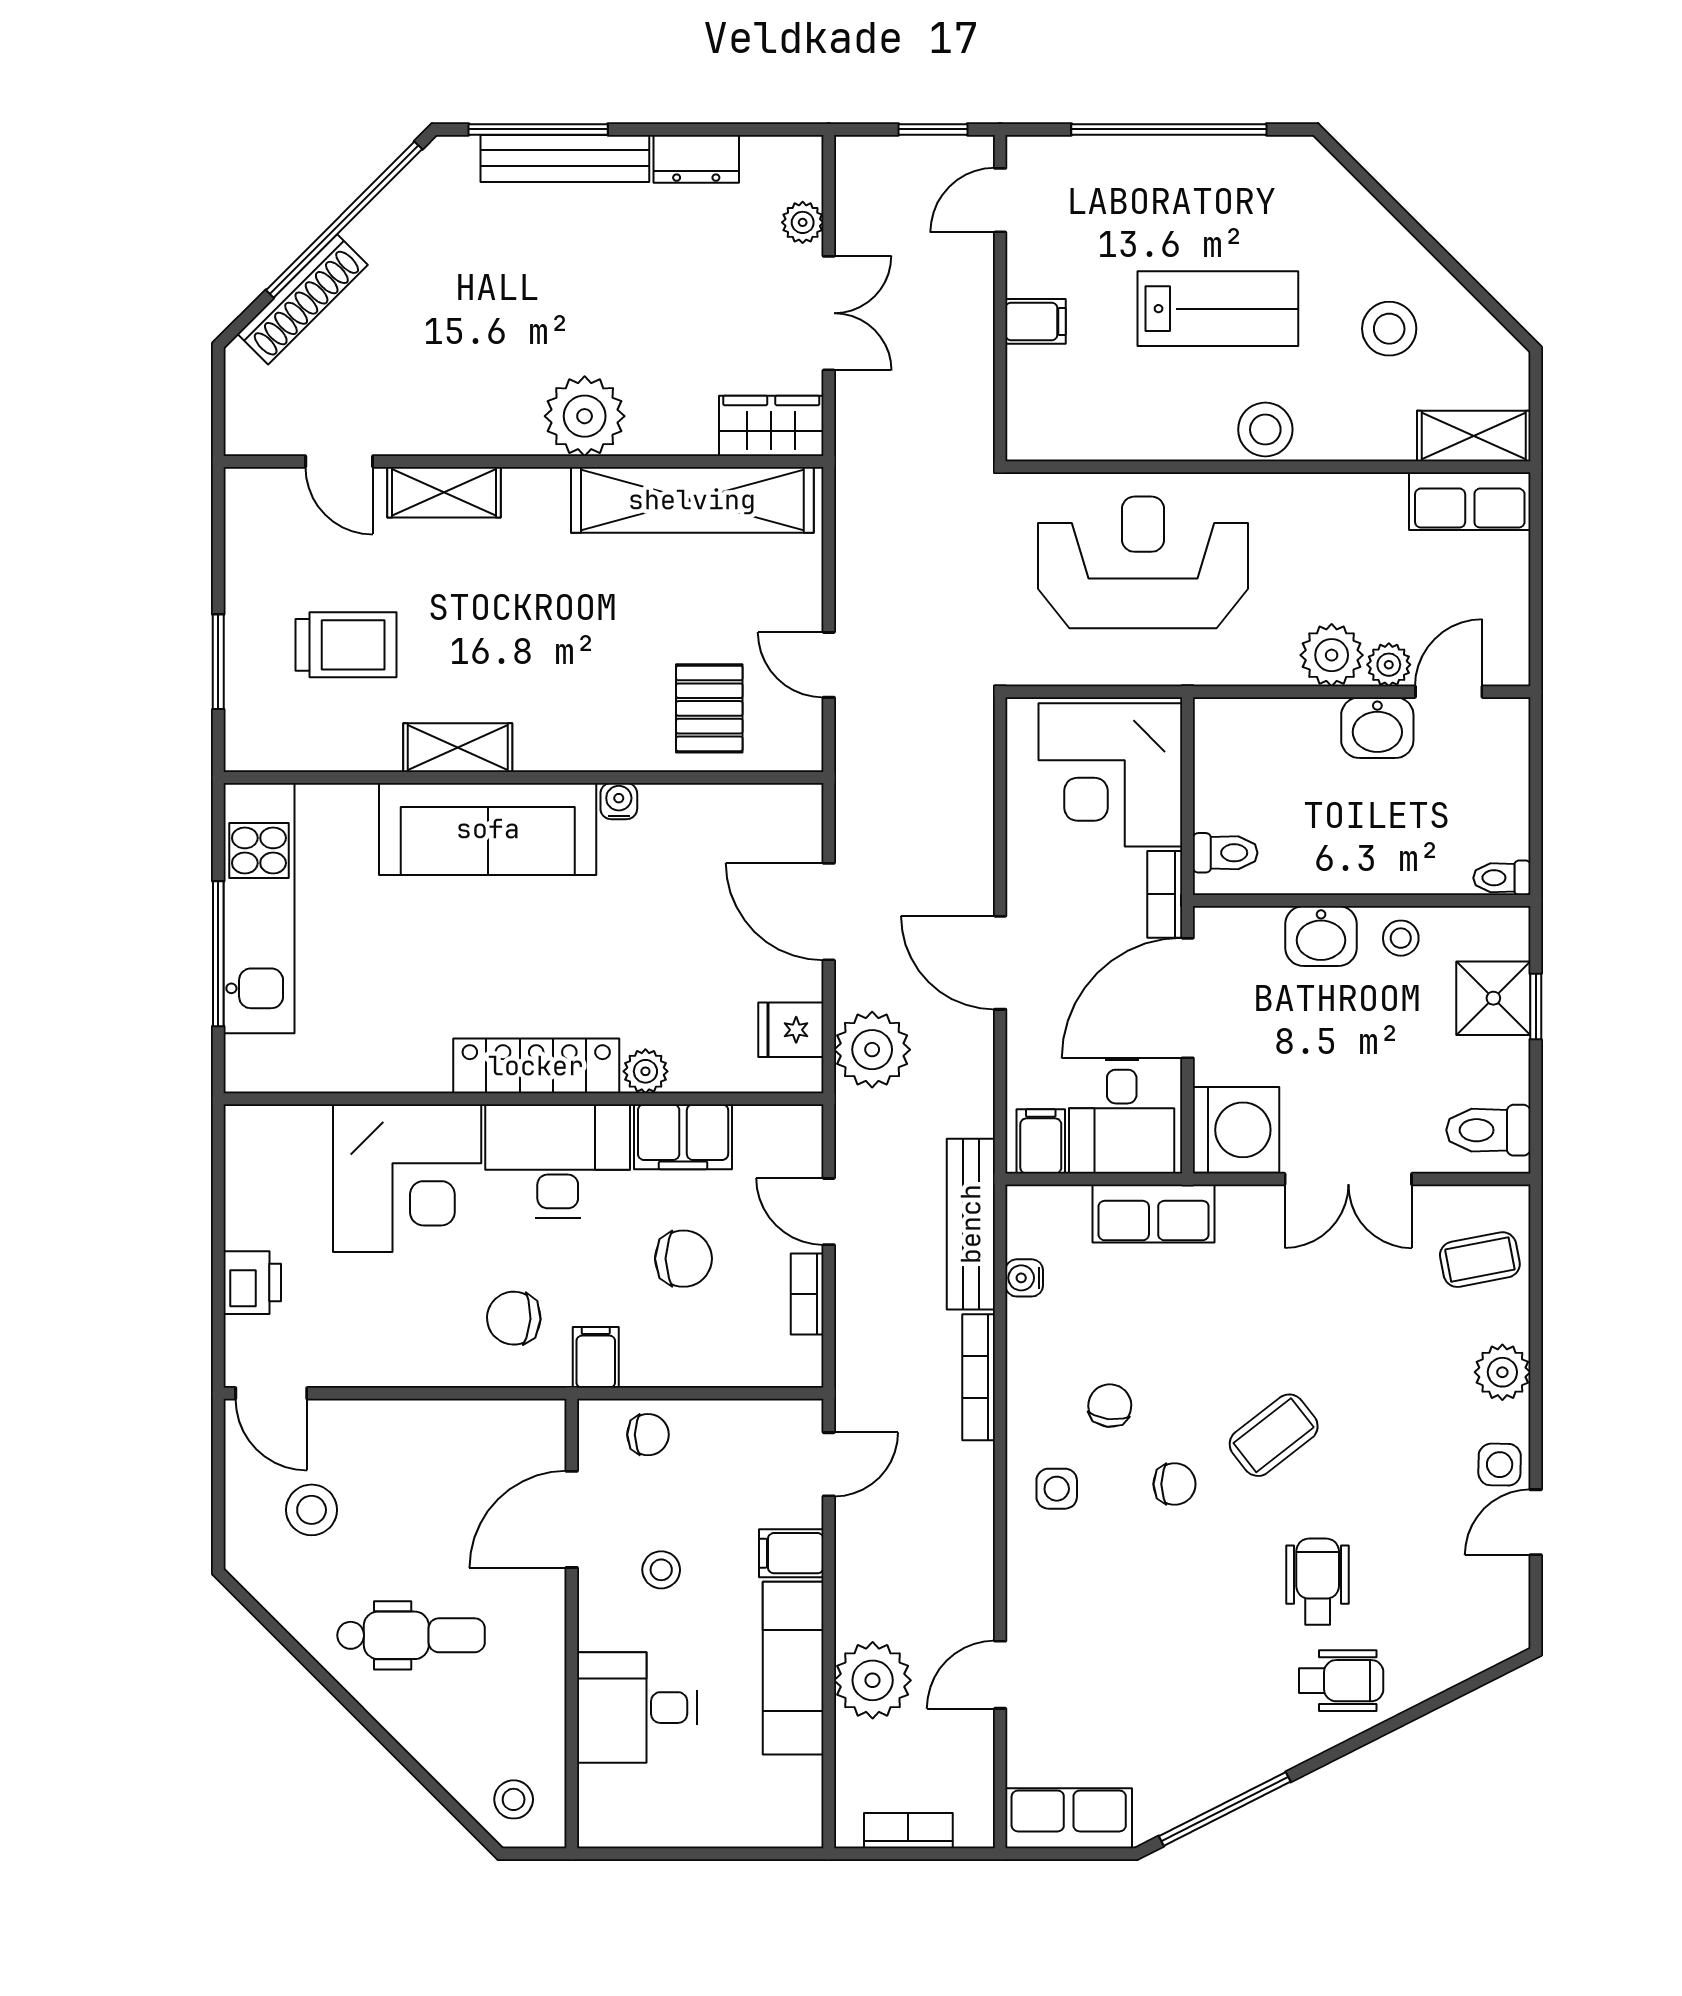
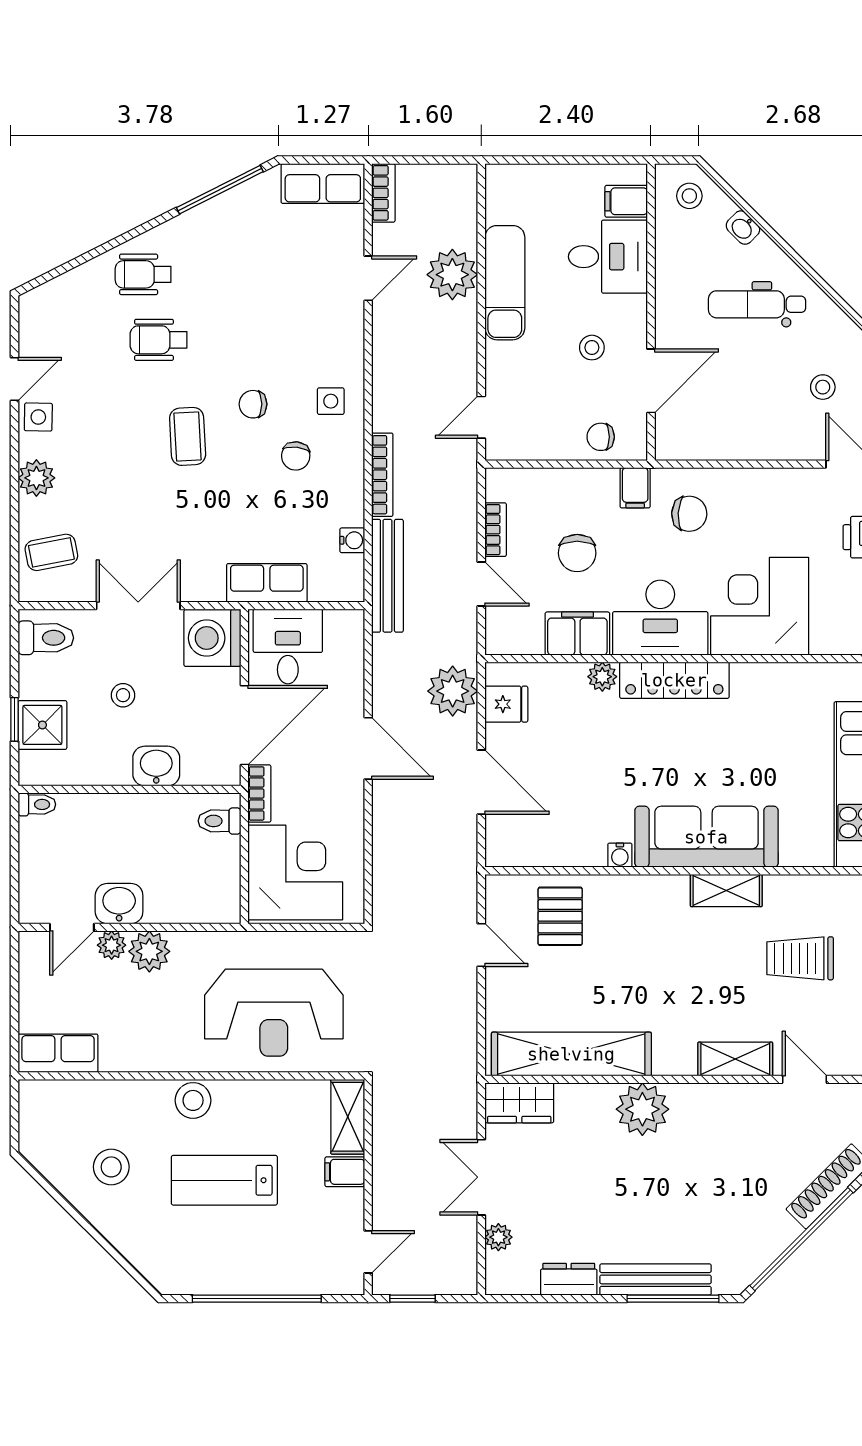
shelving: (1474, 436) -> (348, 1117), moved, turned 90
stool: (1401, 938) -> (123, 695), moved
filing cabinet: (1041, 1141) -> (341, 630), removed
chair: (683, 1259) -> (577, 553), turned -90
coffee table: (1274, 1435) -> (188, 436), turned -55
stool: (312, 1510) -> (823, 387), width x0.73, depth x0.73
filing cabinet: (791, 1553) -> (626, 201), moved, turned 180
wheelchair: (1318, 1582) -> (159, 340), turned 90
washbasin: (432, 1752) -> (743, 228), added
bookcase: (908, 1831) -> (383, 193), moved, turned -90

